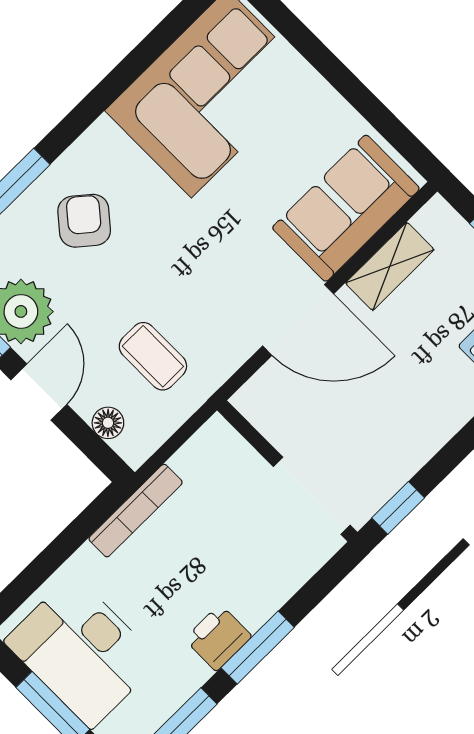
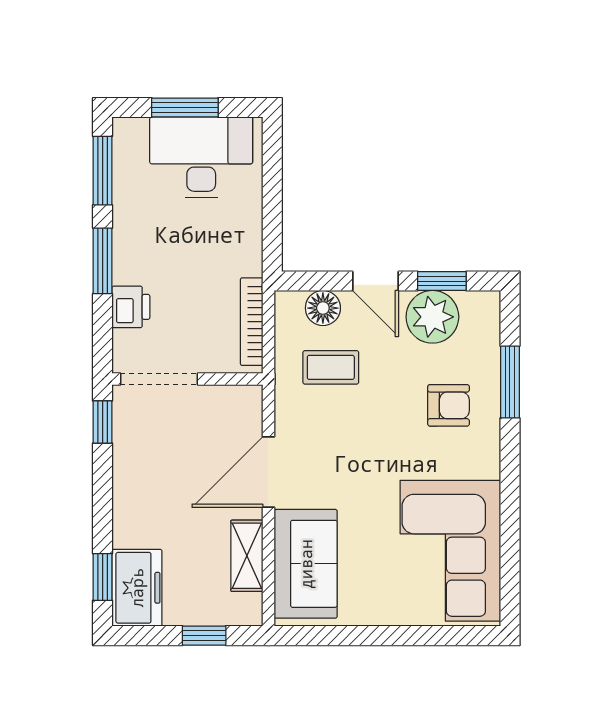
armchair: (84, 221) -> (449, 405), turned -40
floor lamp: (108, 423) -> (323, 308), width x1.37, depth x1.37
bookcase: (136, 511) -> (252, 322), moved
printer: (218, 638) -> (131, 307), moved

